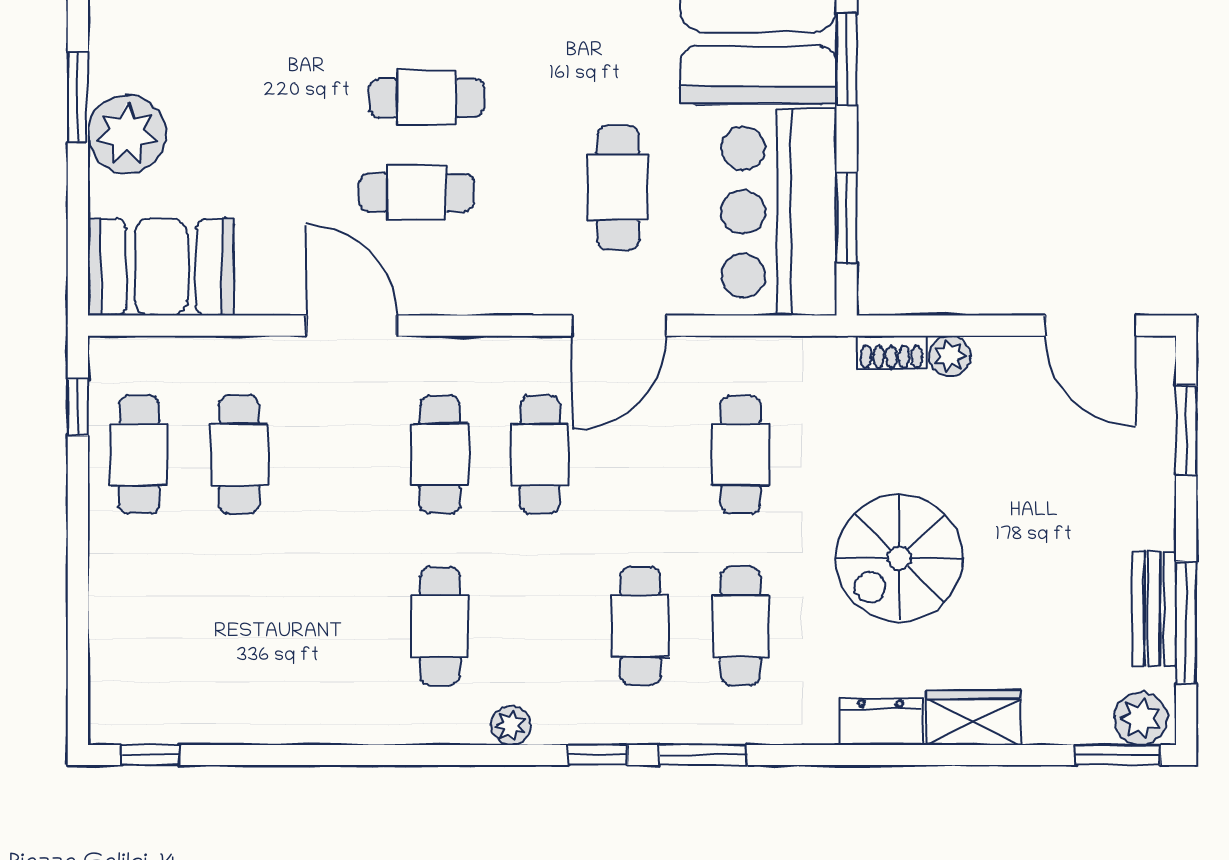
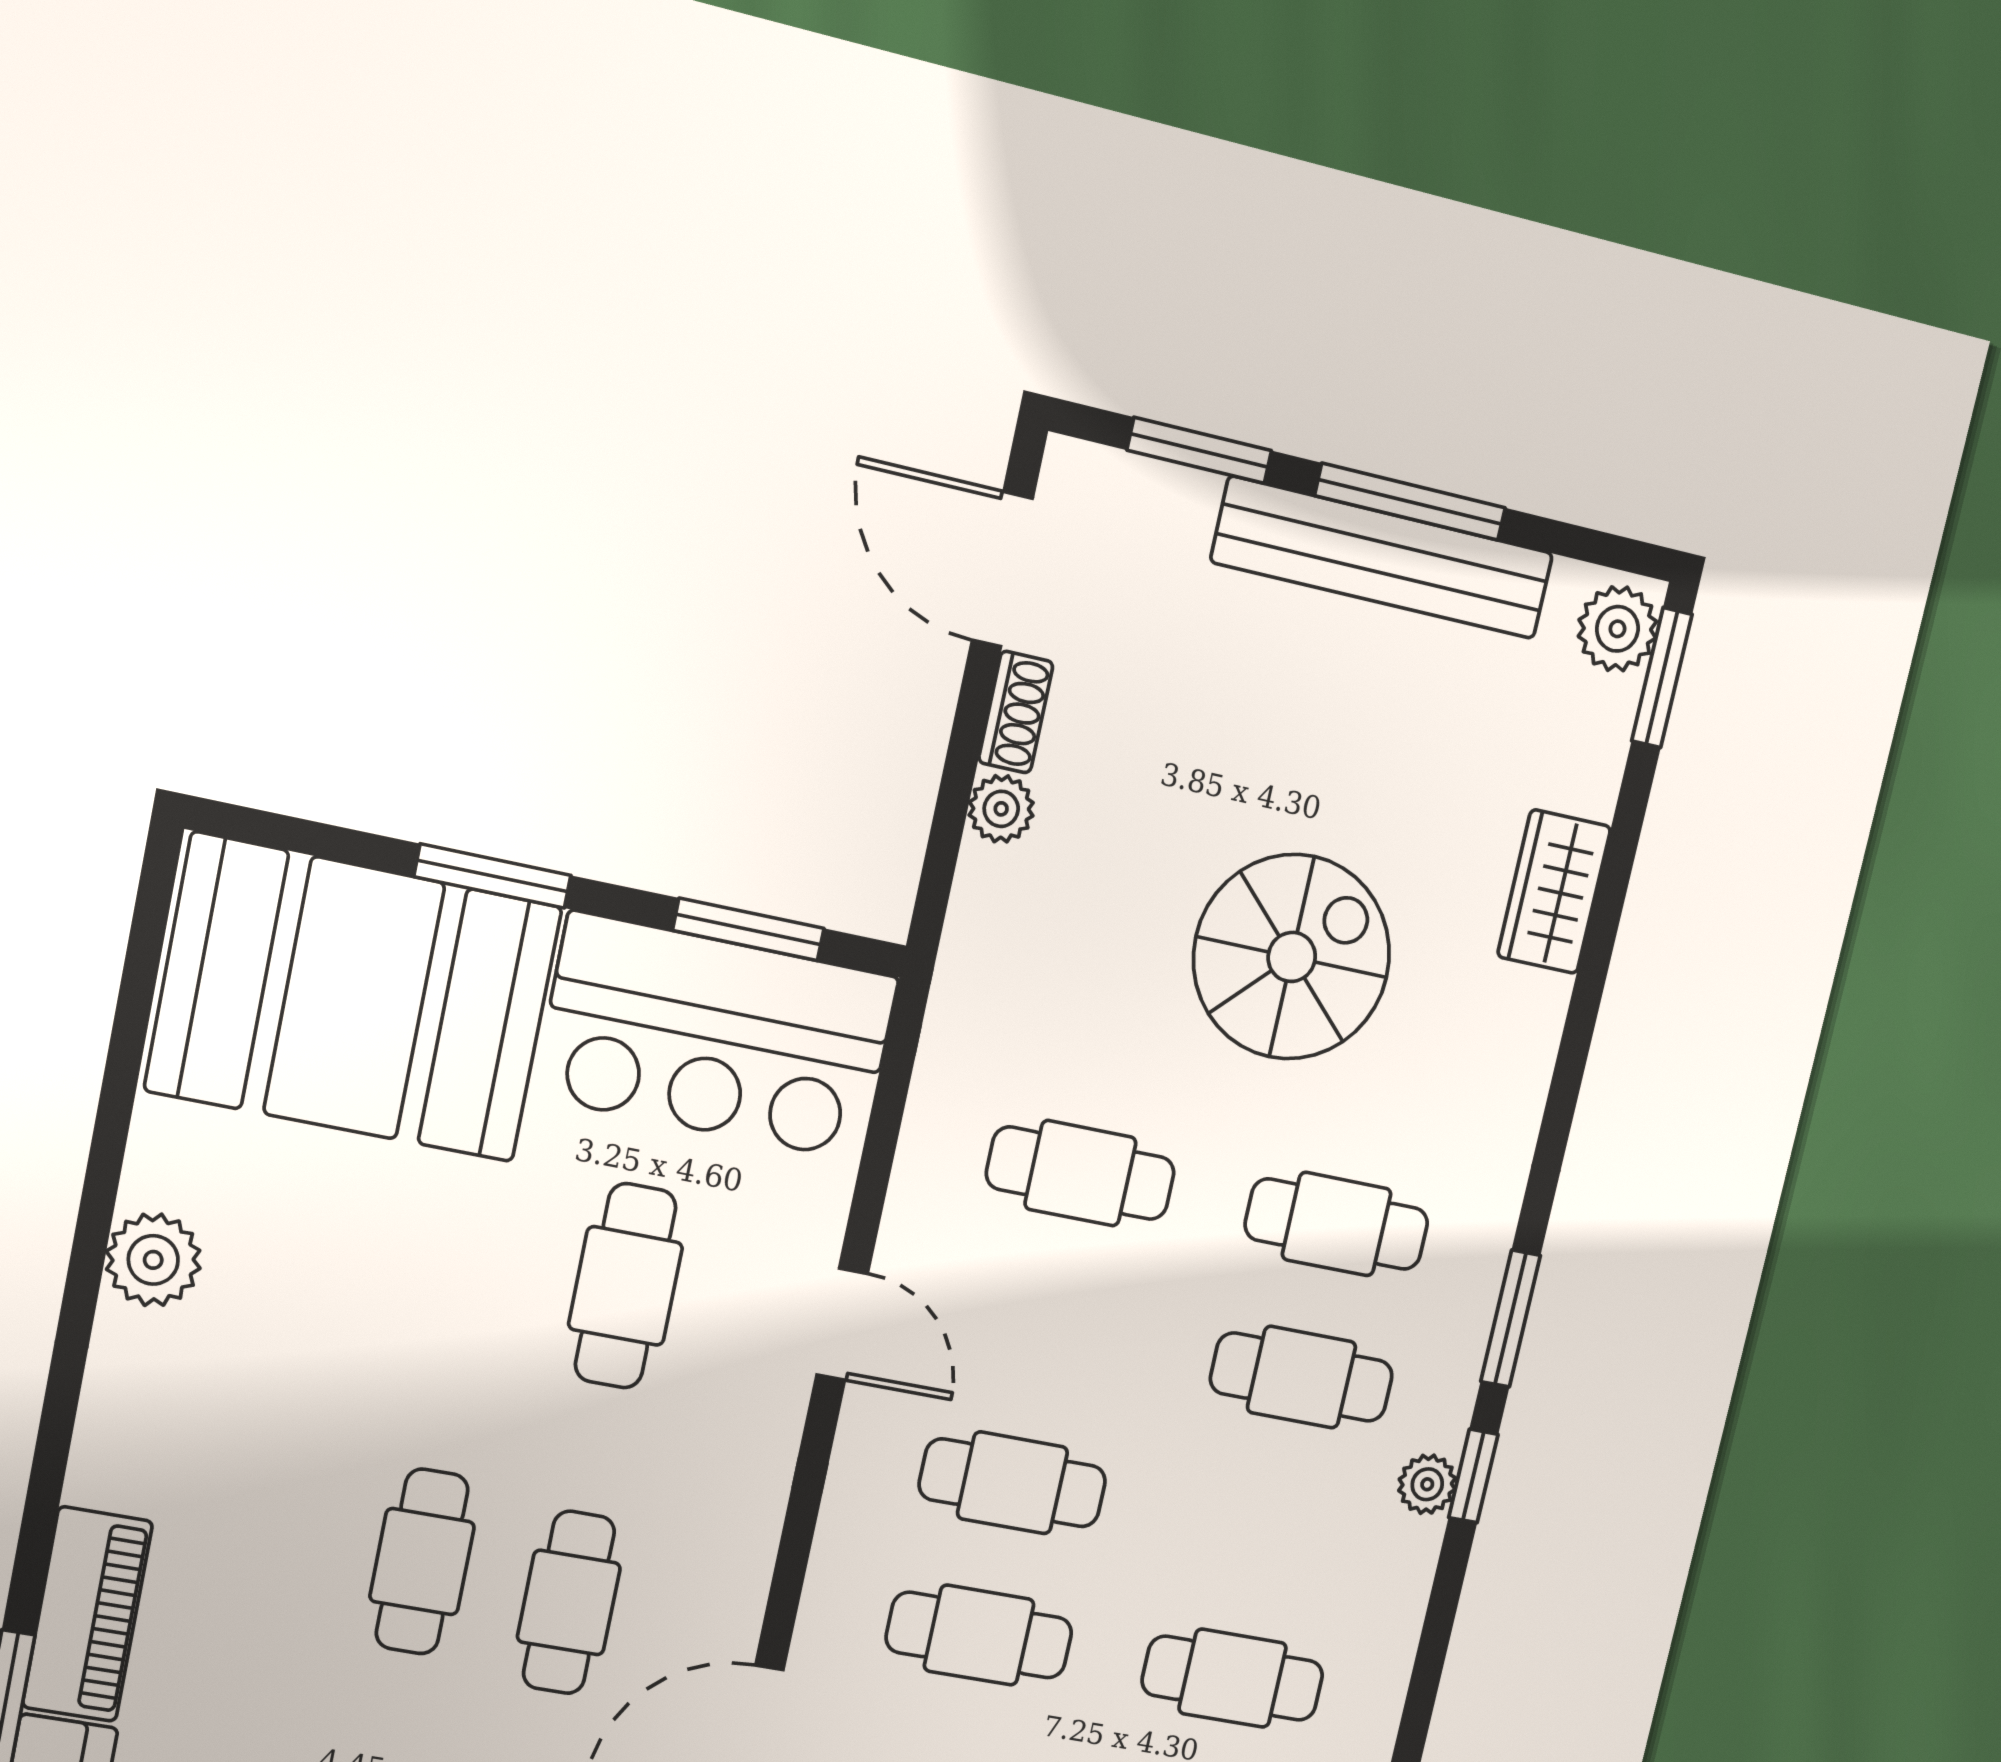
cafe table: (618, 188) -> (625, 1286), turned 90
door: (619, 326) -> (842, 1324), width x0.73
door: (1090, 326) -> (1002, 569), swing flipped
shoe rack: (891, 352) -> (1016, 712), moved
spiral stairs: (899, 558) -> (1292, 957), turned -90
bench: (1154, 608) -> (1383, 558), width x1.86, depth x1.21
window: (1186, 623) -> (1410, 502), moved
dresser: (881, 722) -> (1526, 1037), removed
plant: (511, 725) -> (1427, 1484), moved

